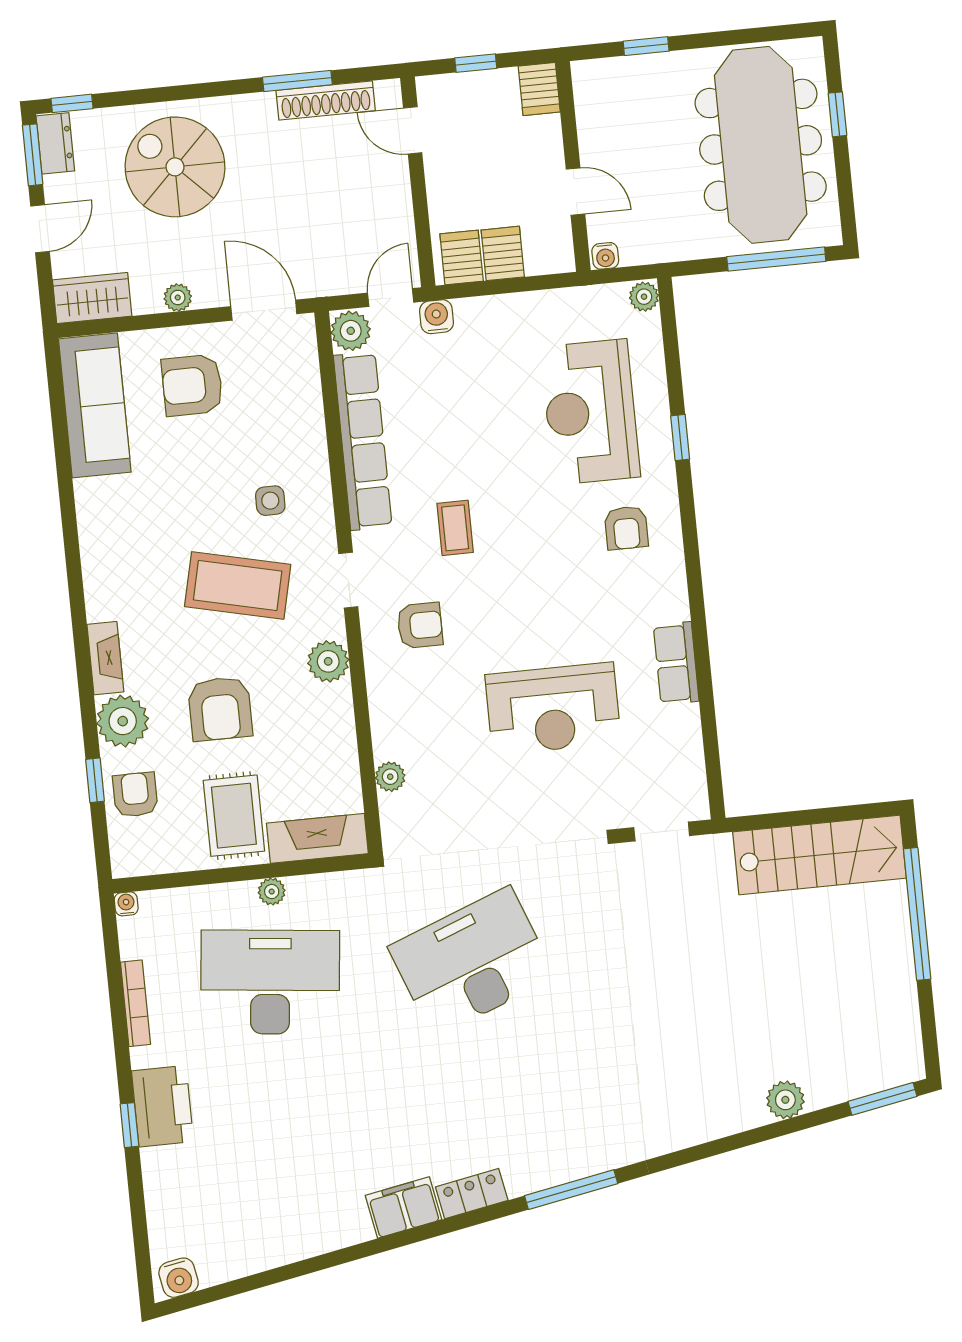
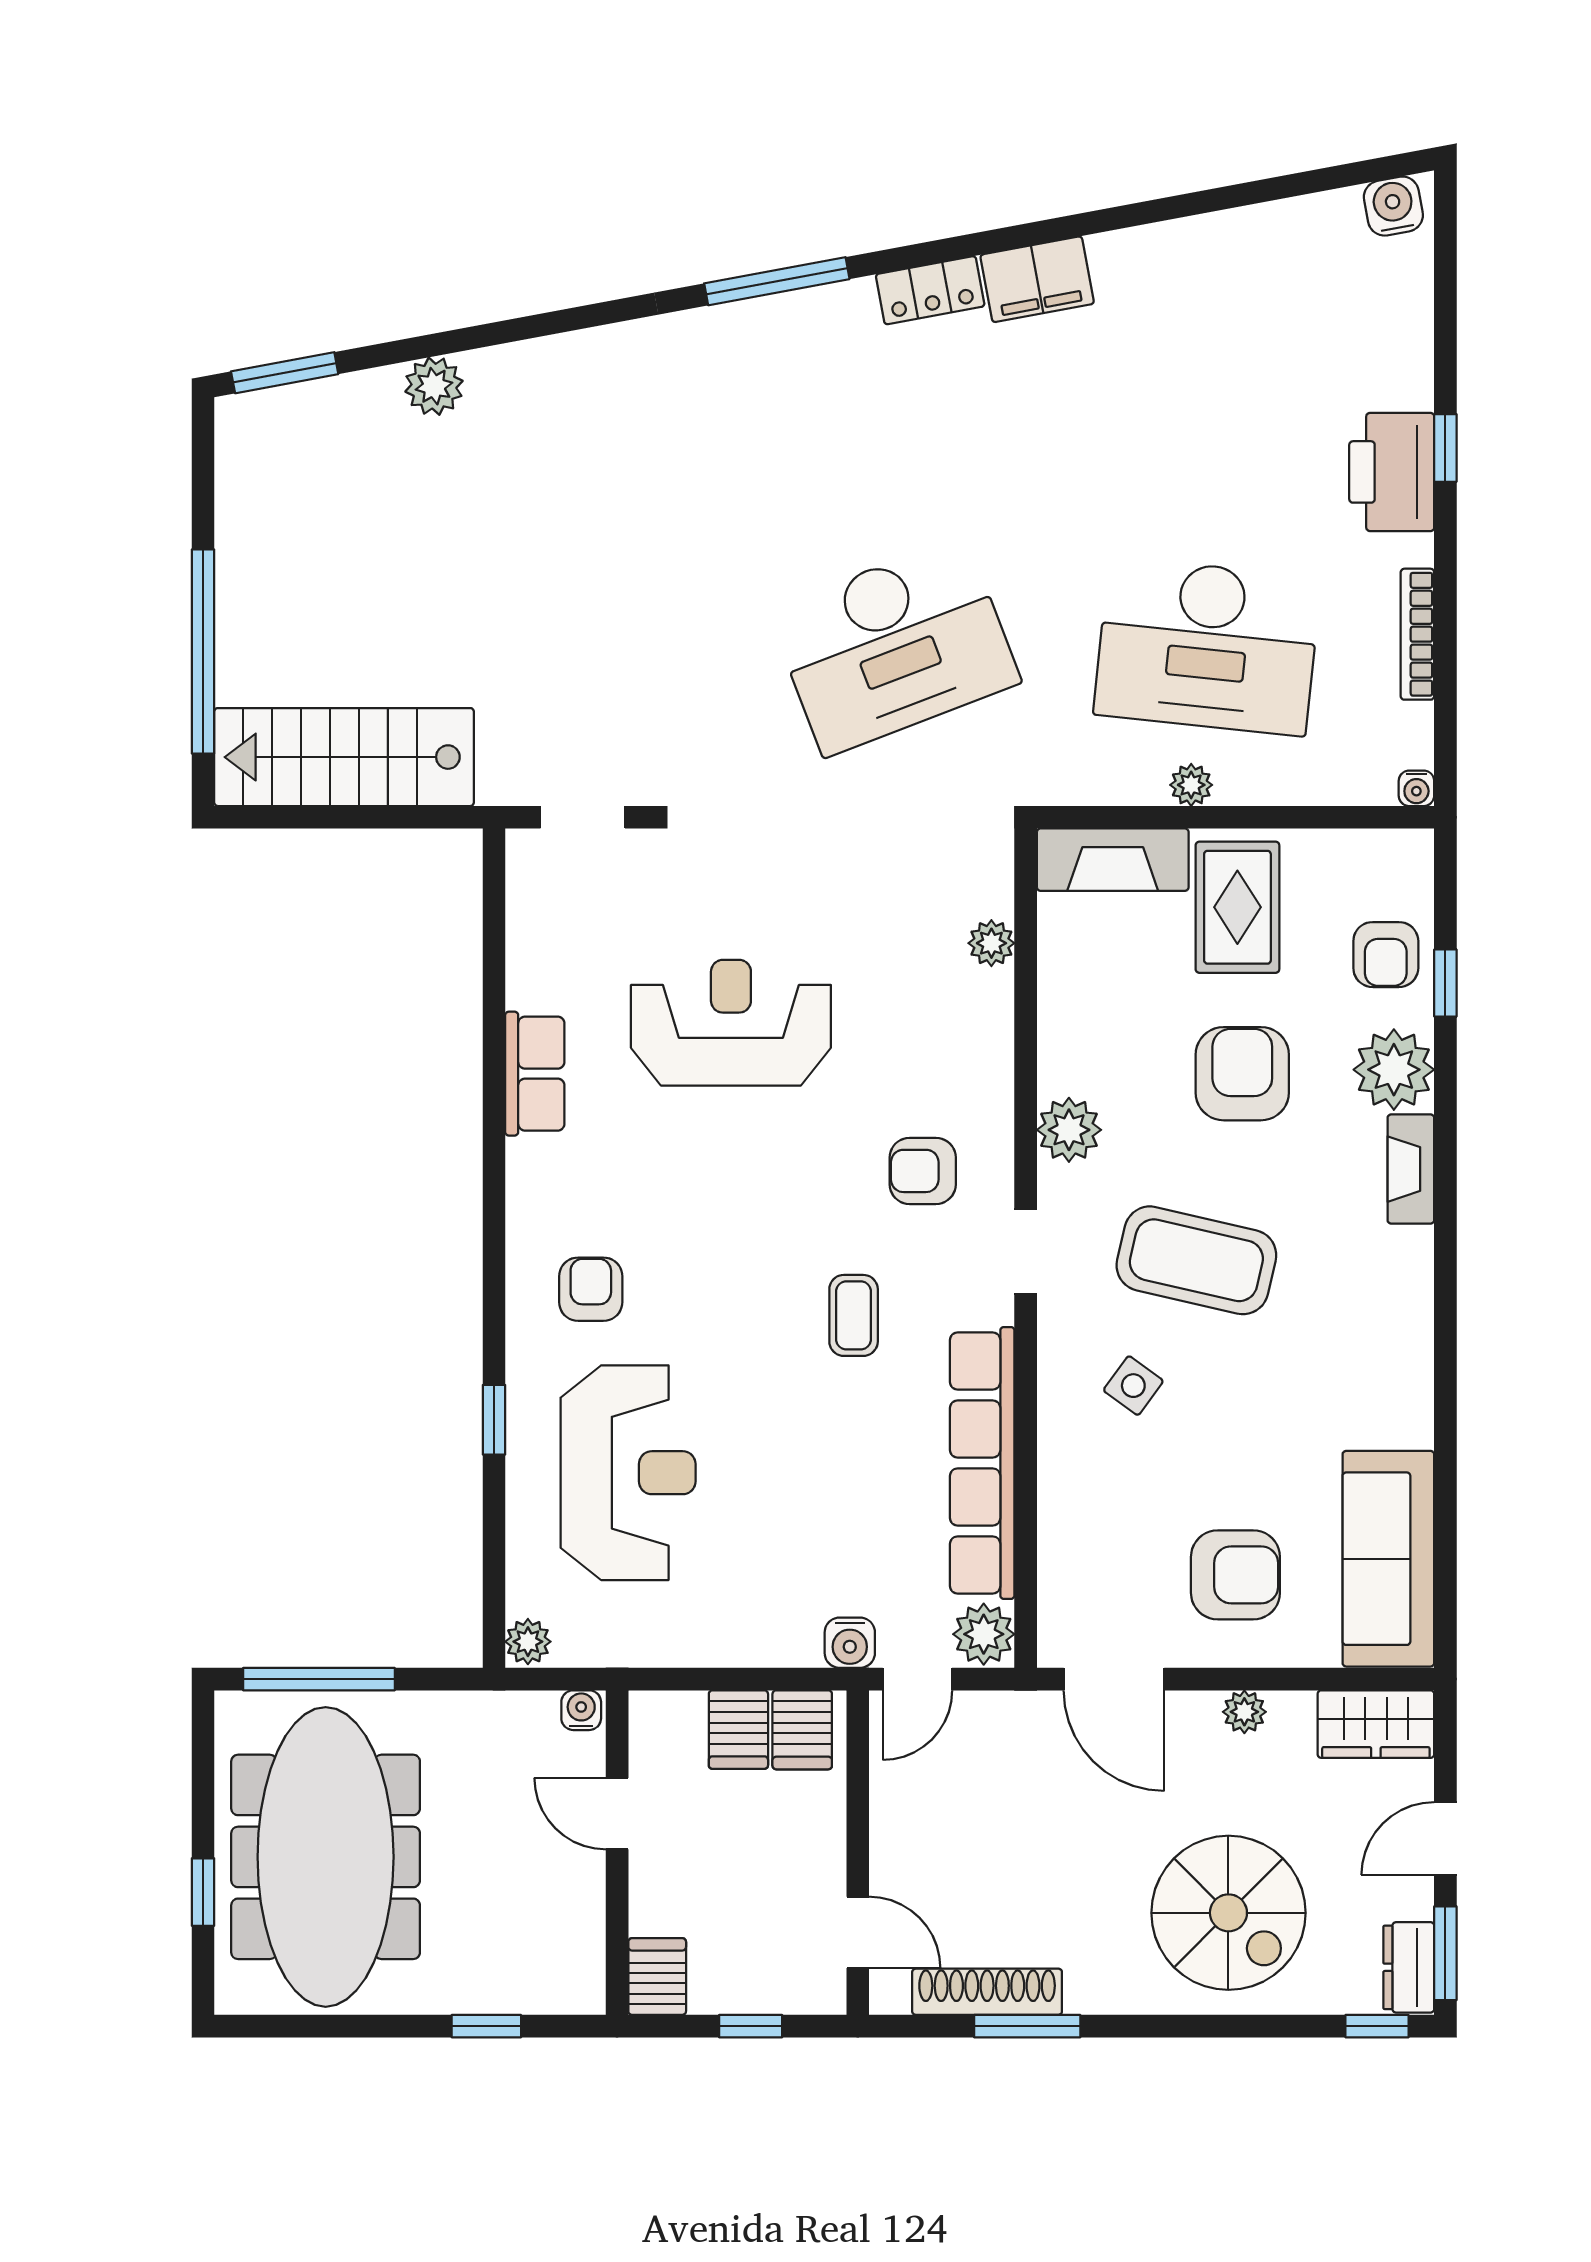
side table: (270, 501) -> (1133, 1386), turned 36

